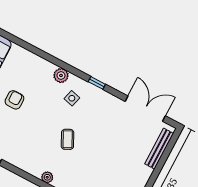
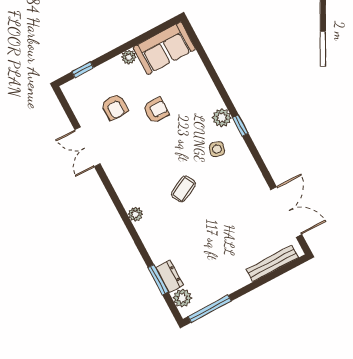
window: (97, 83) -> (240, 126), moved

